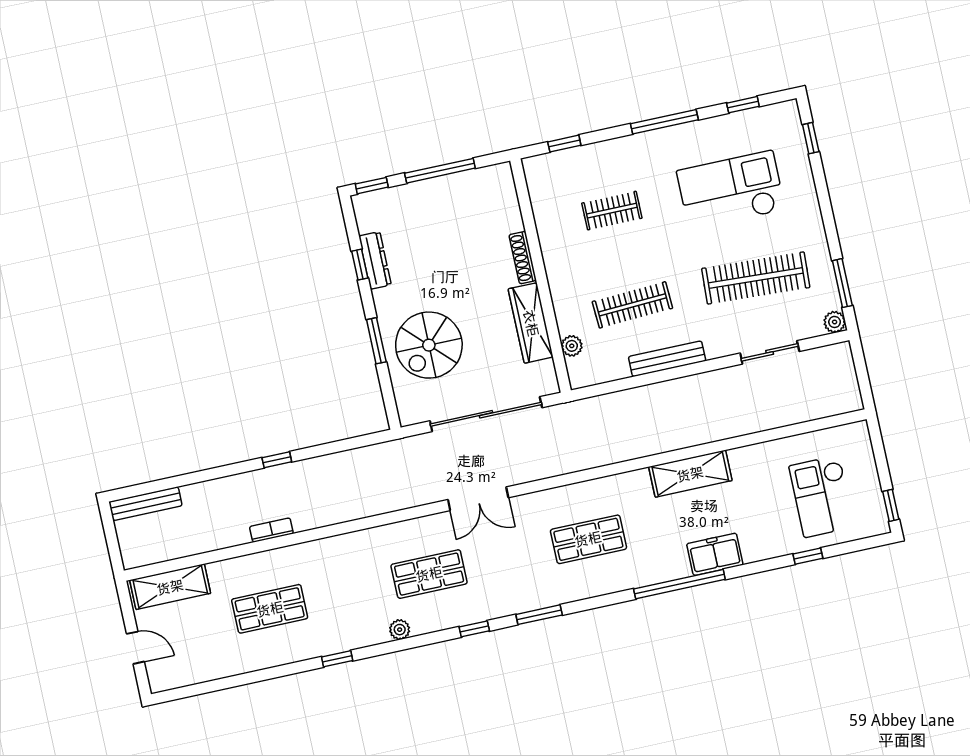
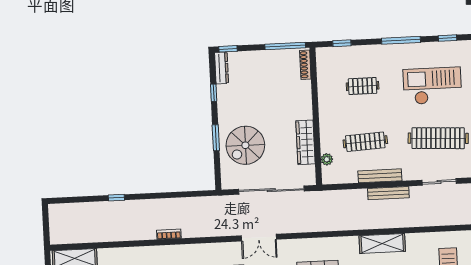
window: (440, 171) -> (285, 46), moved
shoe rack: (523, 258) -> (305, 65), moved
dresser: (375, 260) -> (222, 68), moved
window: (277, 460) -> (116, 198), moved
bench: (145, 504) -> (388, 193), moved
bookcase: (271, 530) -> (169, 234), moved

